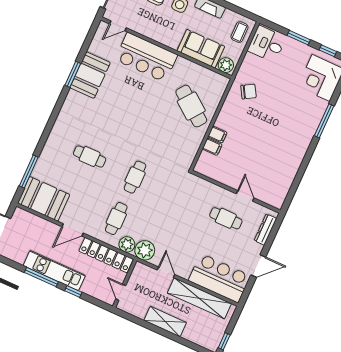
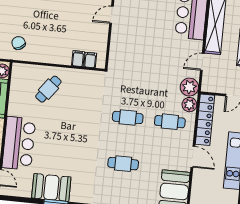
cafe table: (191, 106) -> (48, 89), width x0.73, depth x0.74
filing cabinet: (217, 135) -> (90, 60), moved
cafe table: (90, 156) -> (123, 164), turned 90
cafe table: (226, 218) -> (137, 25), removed

